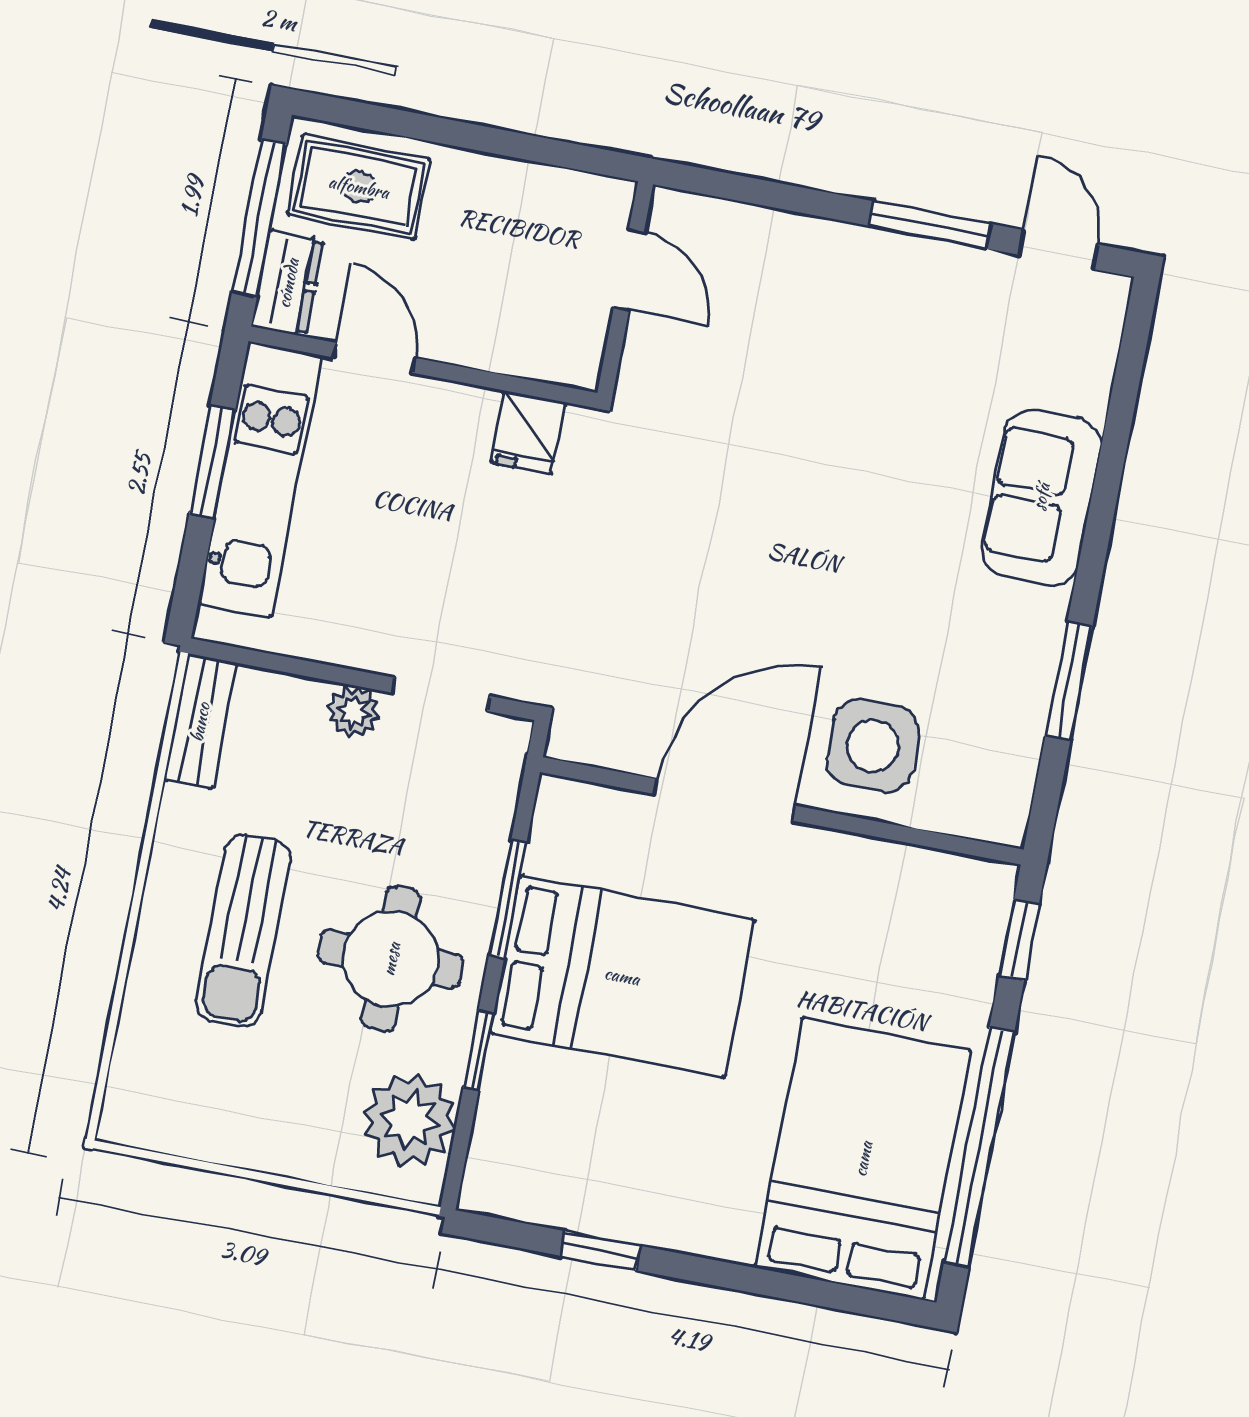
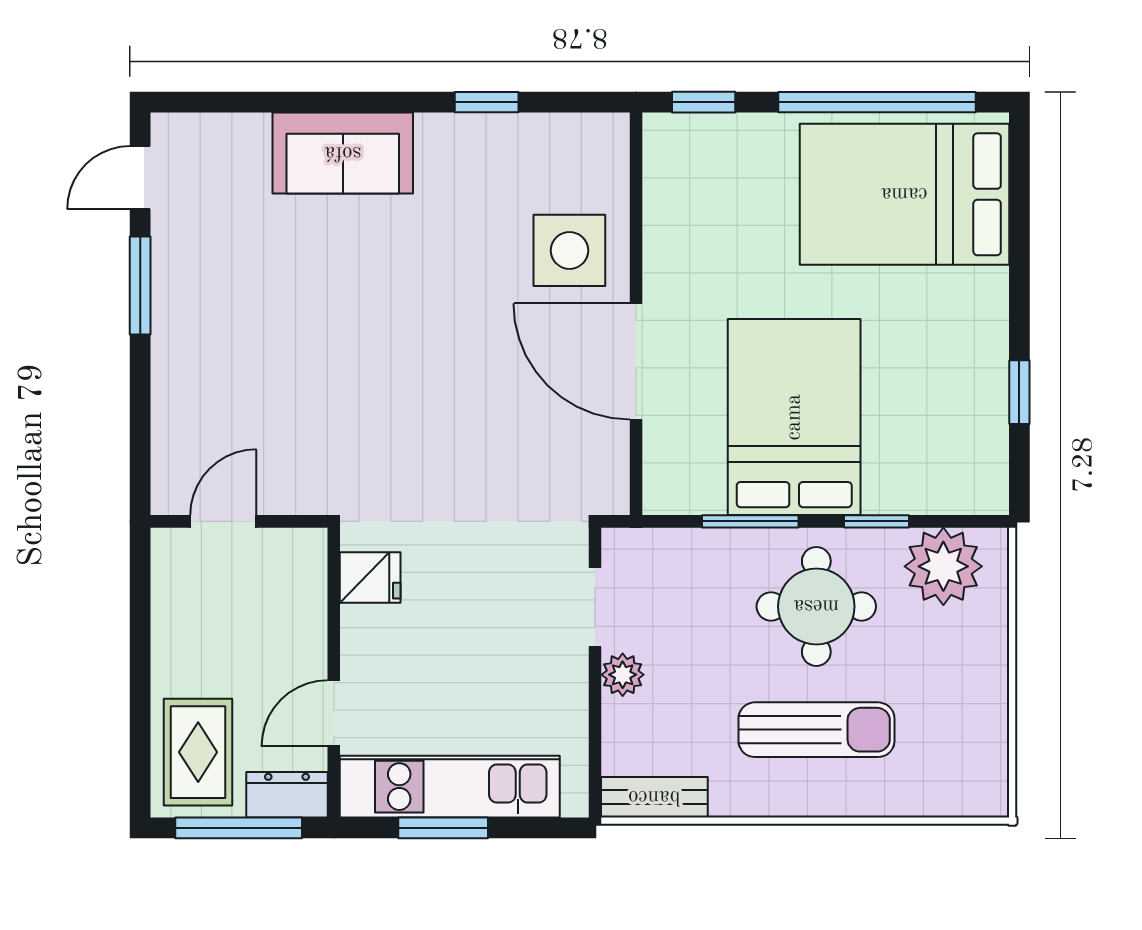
window: (1069, 681) -> (487, 102), width x0.67

